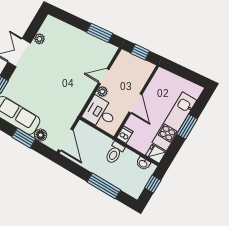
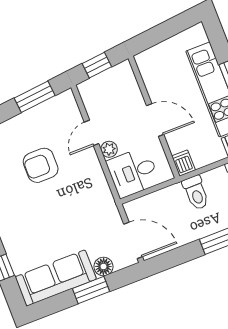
armchair: (67, 63) -> (41, 165), added

